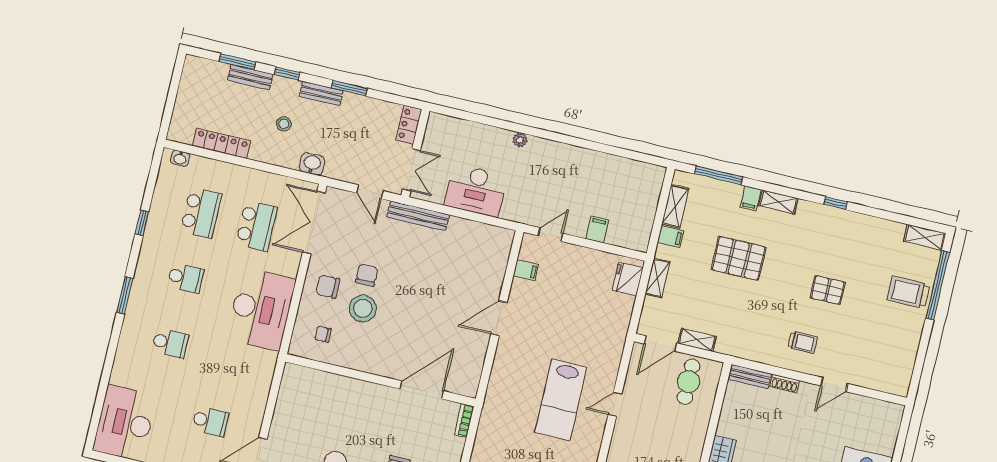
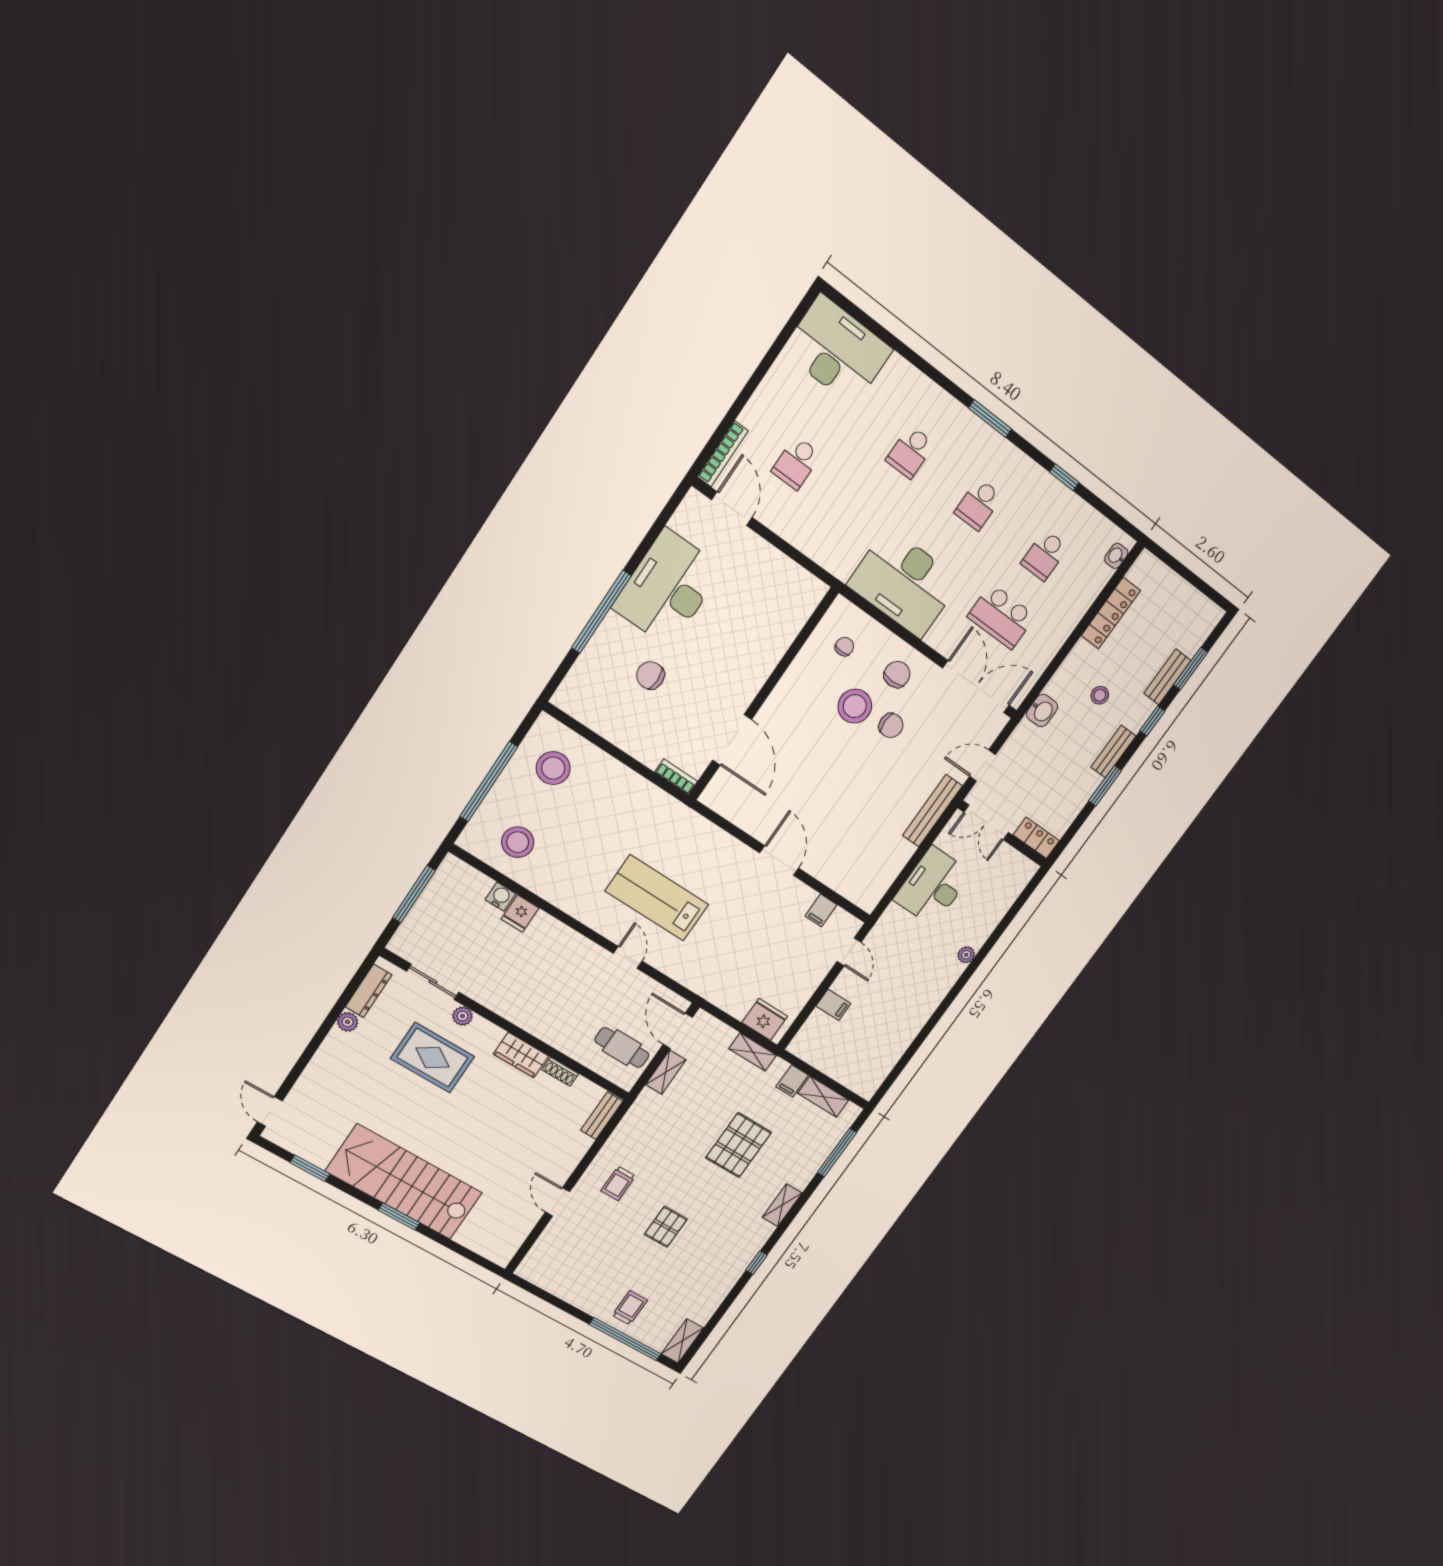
filing cabinet: (750, 198) -> (799, 1178), removed
school desk: (201, 213) -> (1045, 555), width x0.54
trolley: (908, 292) -> (630, 1308), width x0.73, depth x0.72
shoe rack: (785, 384) -> (560, 1072), moved, turned -90

